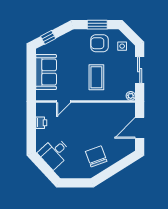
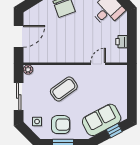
sofa: (46, 72) -> (102, 120), moved, turned 62
coffee table: (96, 77) -> (64, 89), turned 54

